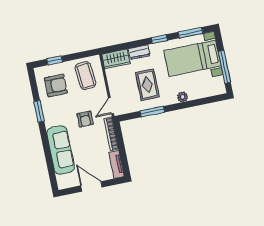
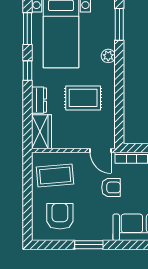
window: (55, 61) -> (27, 211), removed
window: (152, 112) -> (119, 24), moved

